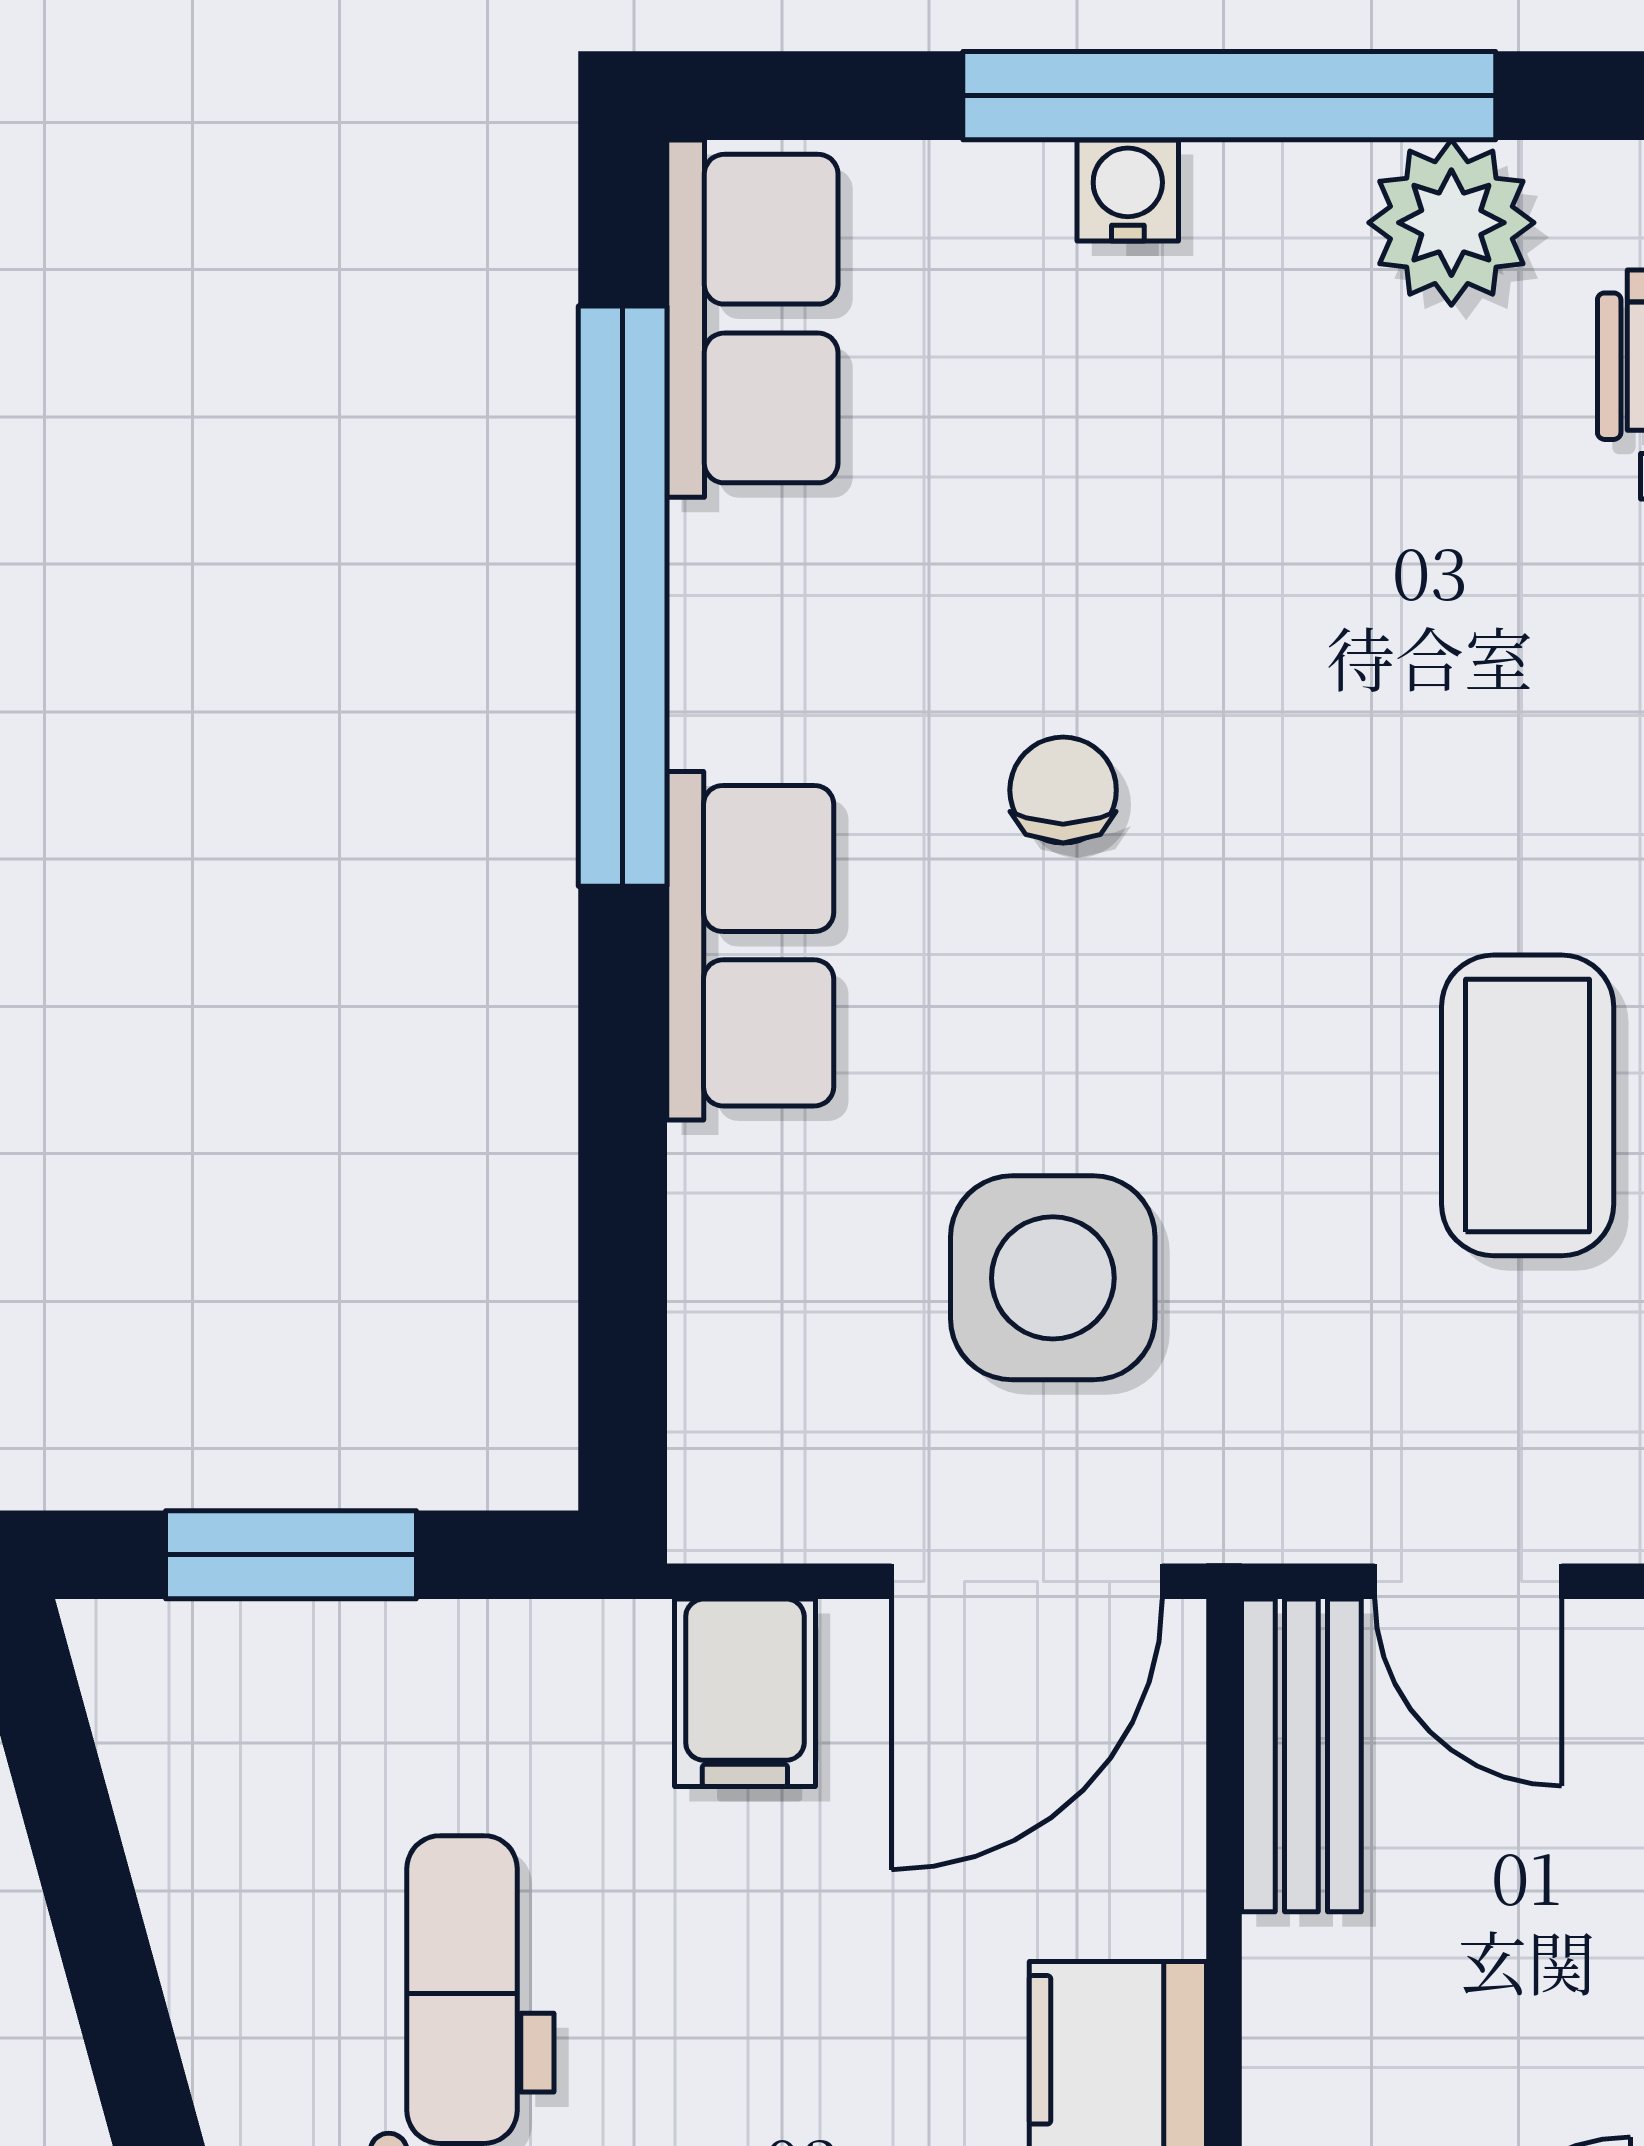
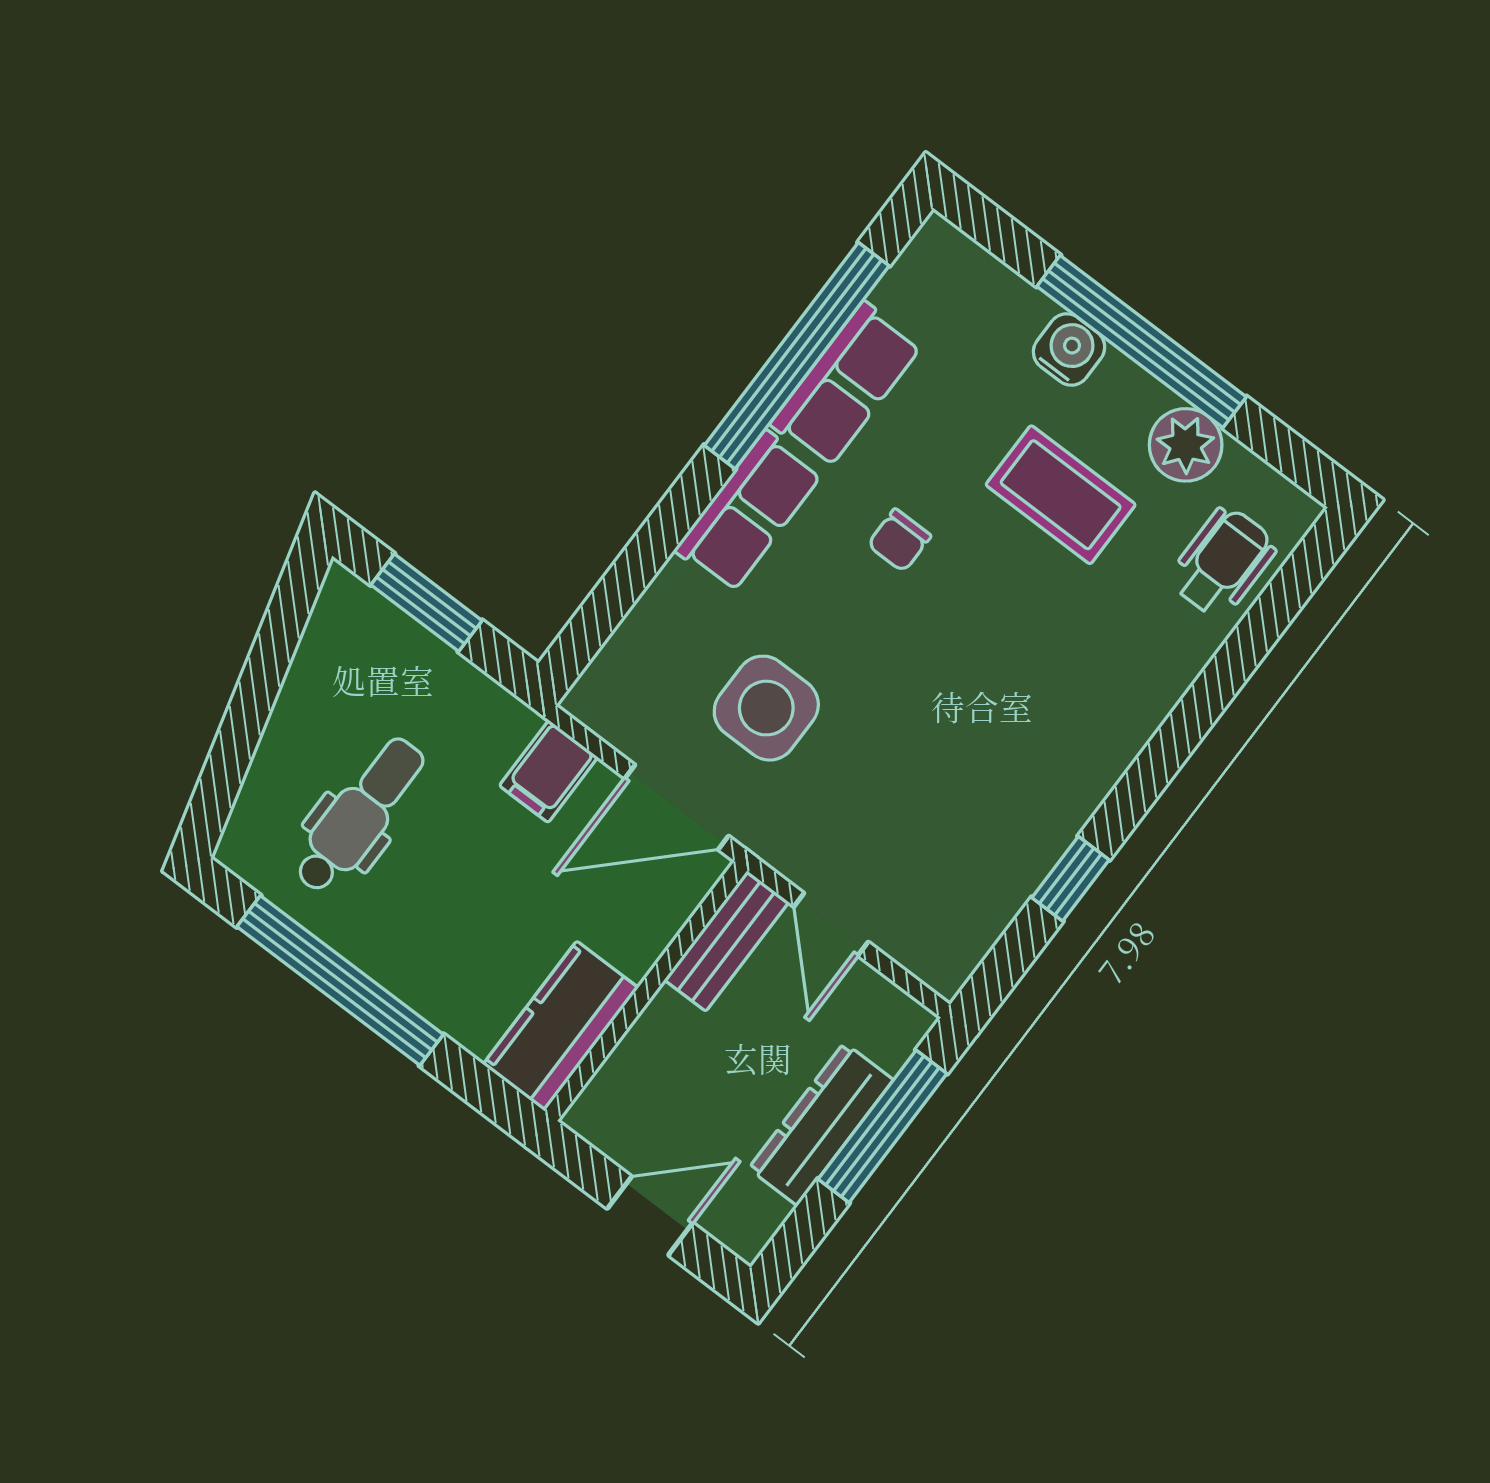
water cooler: (1128, 191) -> (1069, 349), width x1.38, depth x1.38
row of seats: (752, 319) -> (846, 385), moved
chair: (1063, 790) -> (899, 540), turned 180
coffee table: (1528, 1105) -> (1061, 495), moved, turned 90

